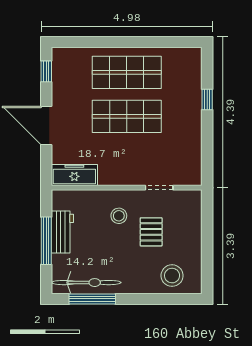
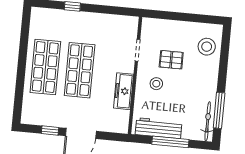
window: (46, 71) -> (50, 131), moved
freezer: (74, 175) -> (124, 91), moved
workbench: (62, 232) -> (159, 128), width x1.37
bicycle: (86, 283) -> (208, 121), width x0.73, depth x0.71

